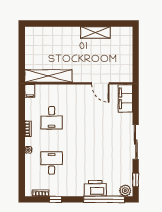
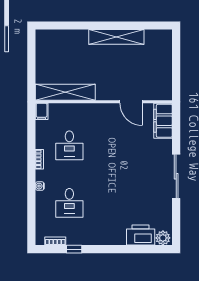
shelving: (95, 32) -> (116, 37), width x1.47
desk: (52, 163) -> (69, 203), turned 180
window: (136, 180) -> (176, 224), removed
printer: (95, 188) -> (141, 235), moved
window: (104, 199) -> (136, 249), removed

